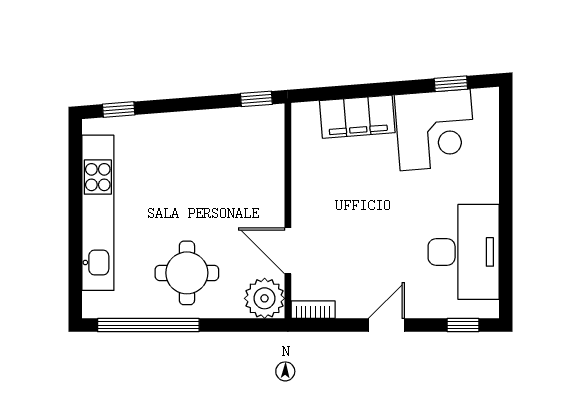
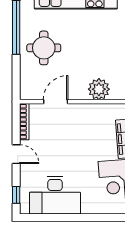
plant: (265, 298) -> (99, 89), moved
bookcase: (313, 310) -> (24, 122), width x1.56

